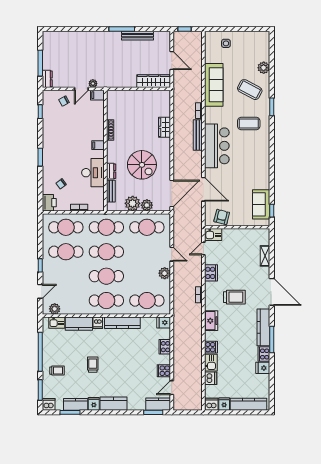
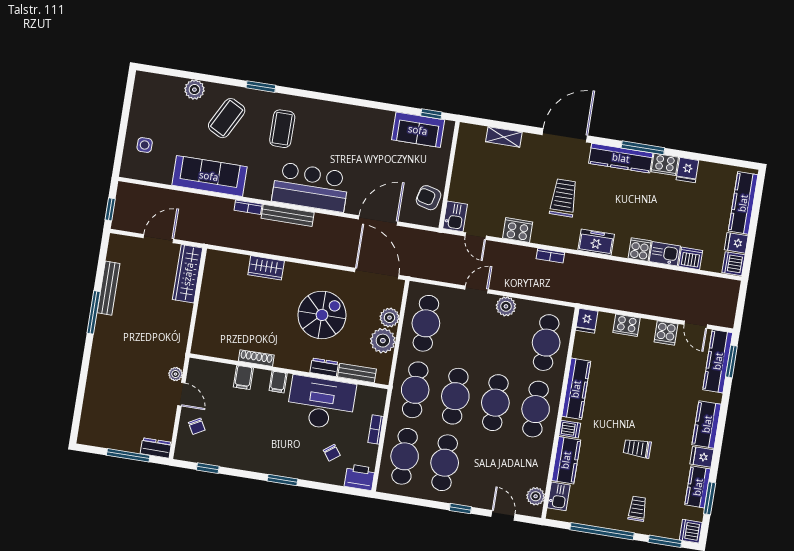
filing cabinet: (97, 95) -> (243, 377), moved
desk: (93, 173) -> (321, 403), width x1.36, depth x1.30
kitchen counter: (158, 404) -> (718, 361), width x1.50

